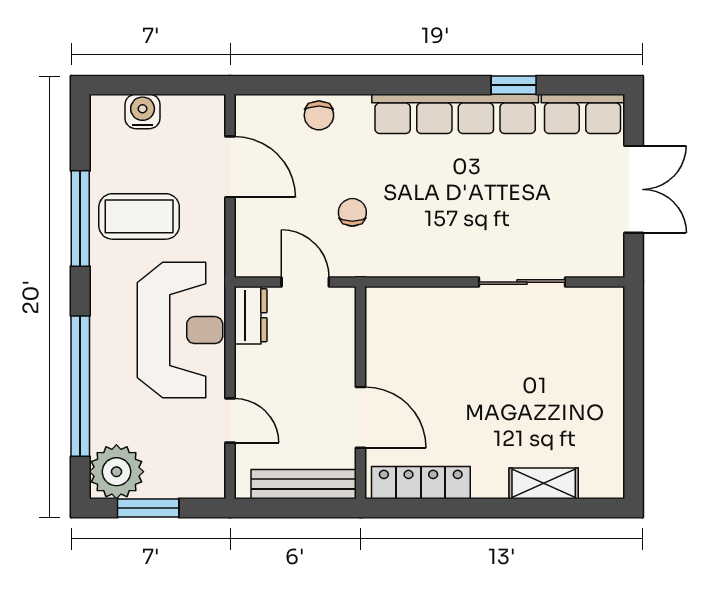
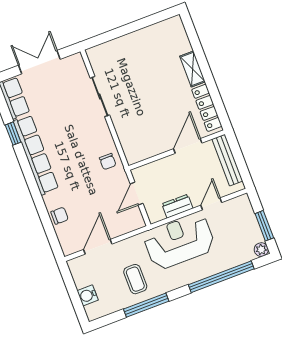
chair: (352, 212) -> (108, 162), moved, turned -90
coffee table: (139, 216) -> (135, 279), width x0.73, depth x0.77
dresser: (251, 315) -> (177, 206), moved
plant: (116, 472) -> (261, 250), width x0.53, depth x0.53
shelving: (544, 483) -> (192, 69), moved

